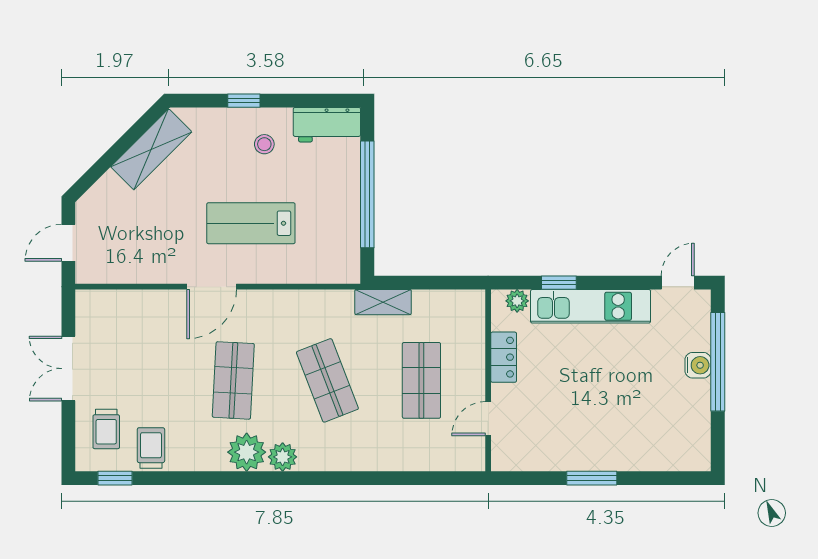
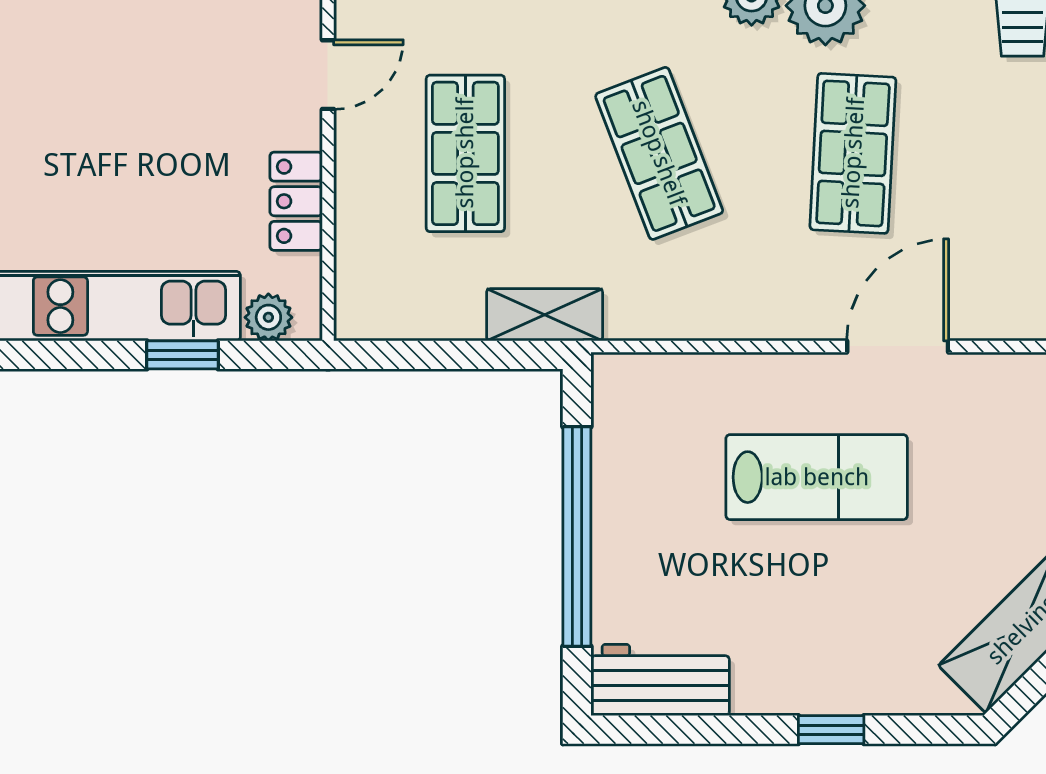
stool: (264, 144) -> (789, 640), removed

